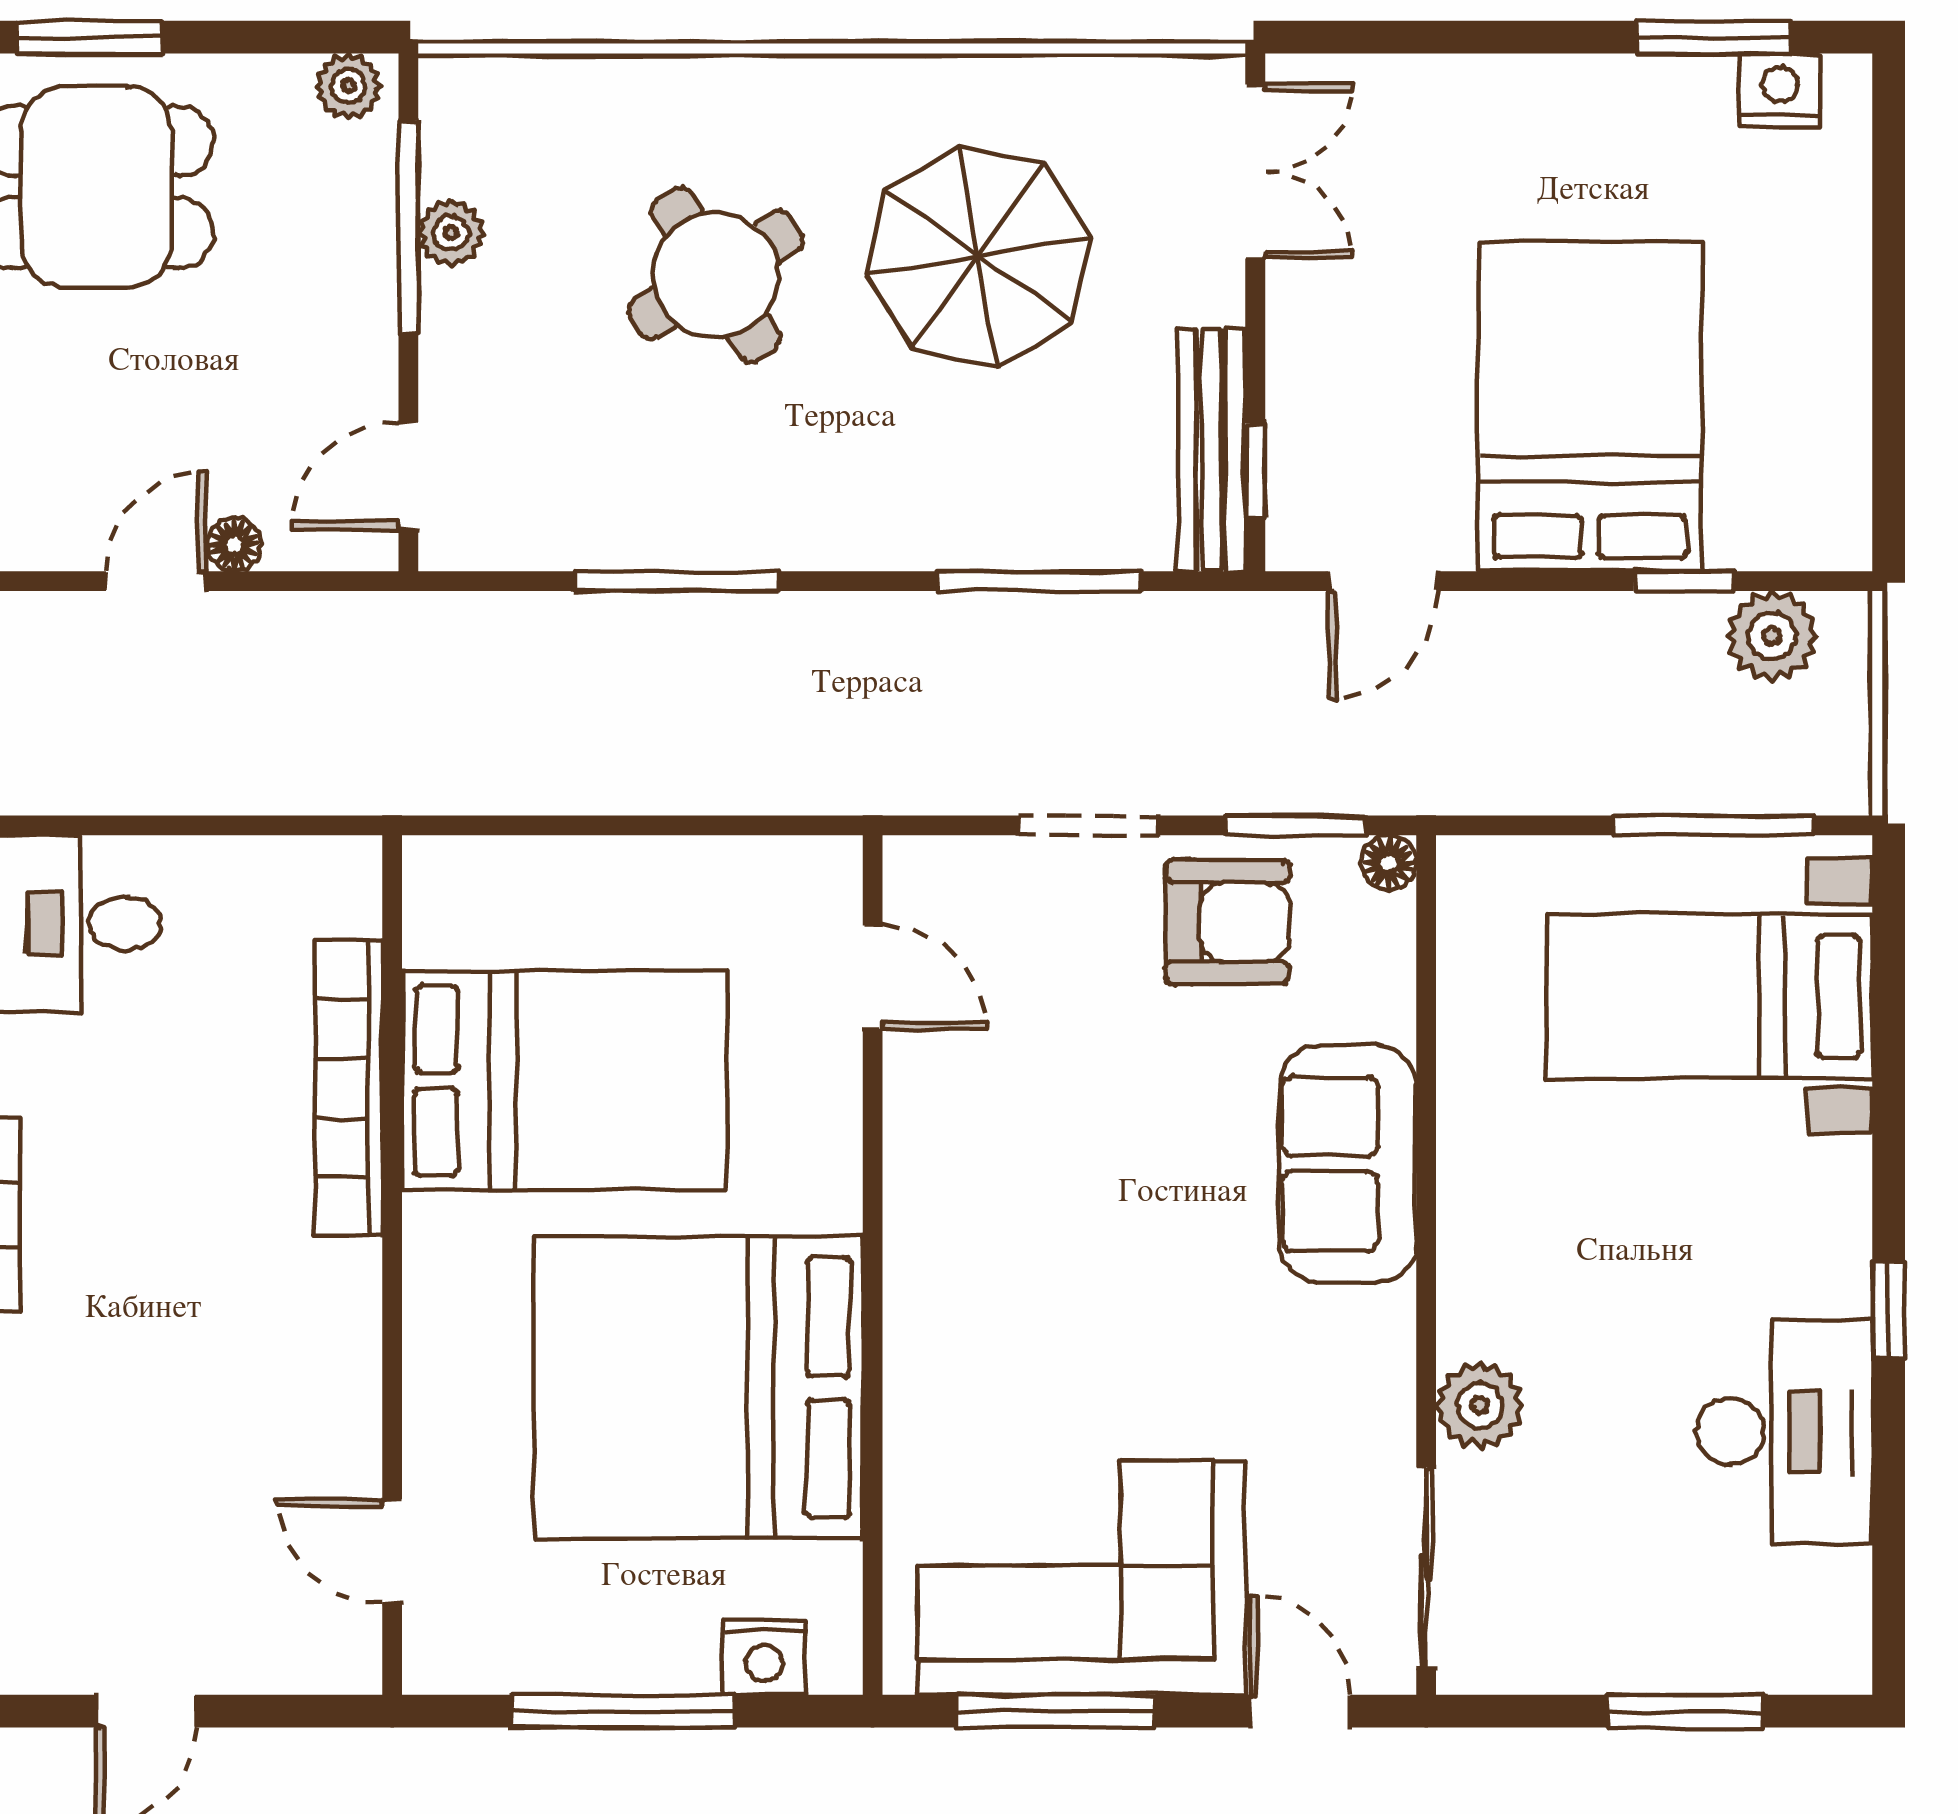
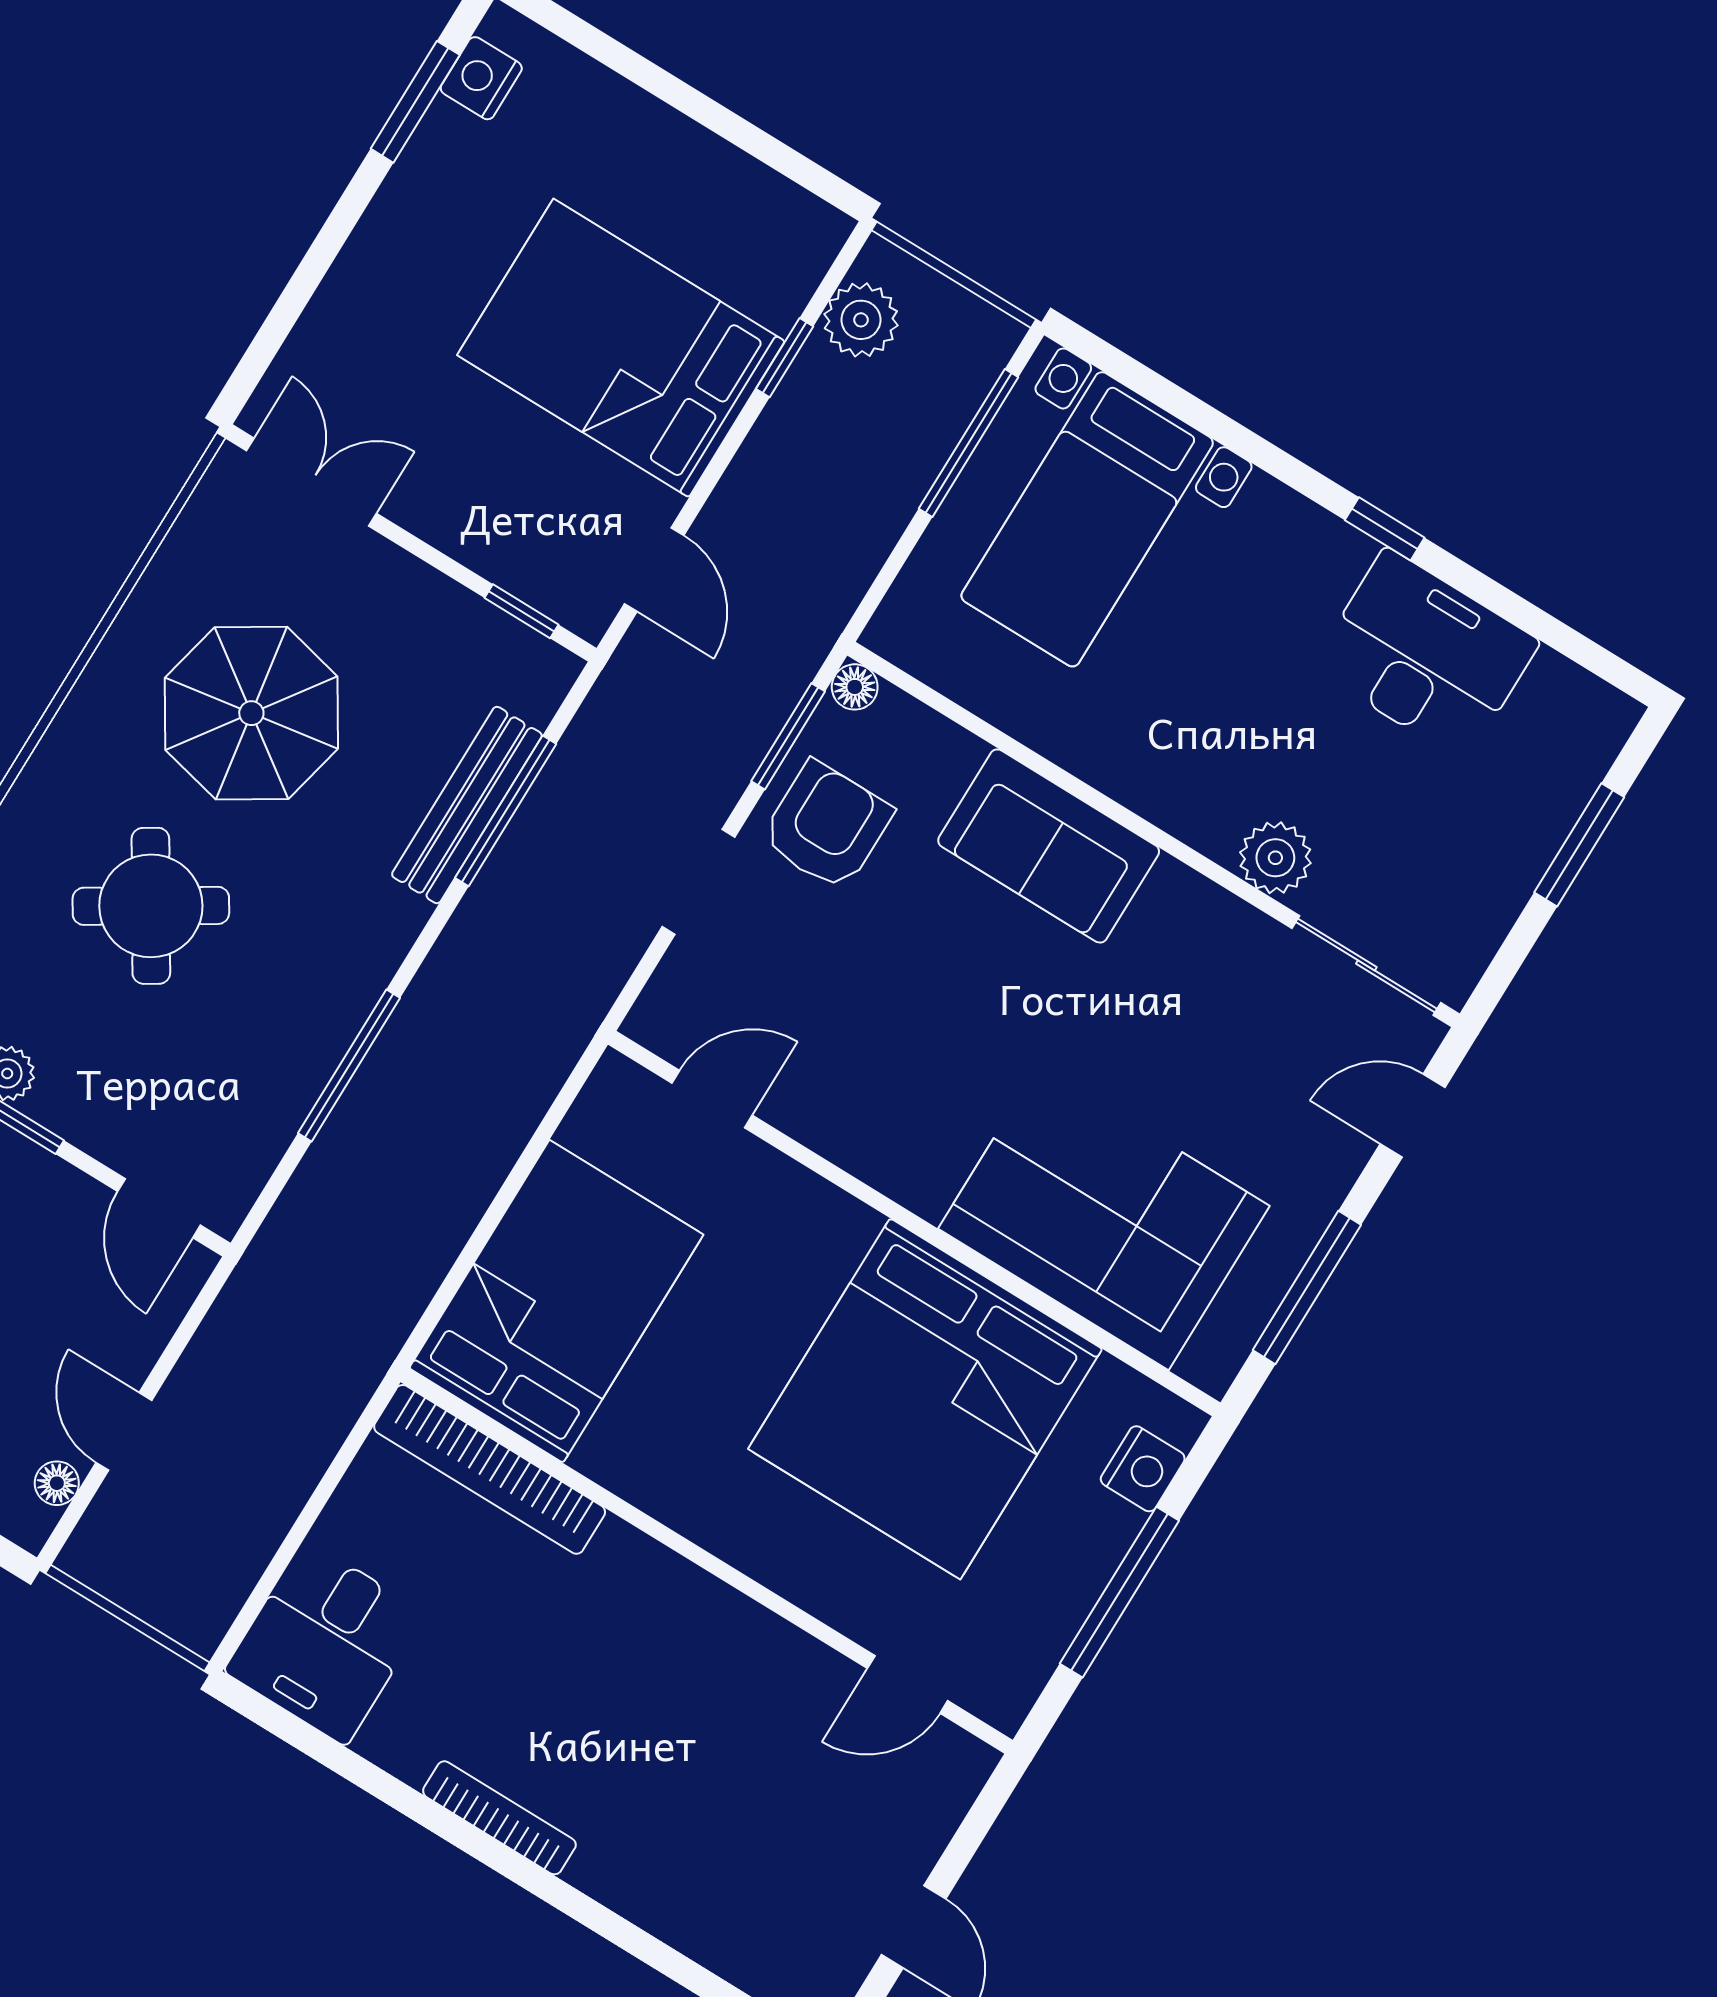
bench: (1211, 450) -> (467, 805), moved, turned 90
floor lamp: (234, 545) -> (57, 1483), moved
bed: (565, 1081) -> (556, 1301), moved
bookcase: (349, 1088) -> (490, 1469), moved
corner sofa: (1081, 1578) -> (1104, 1217), moved, turned 90

